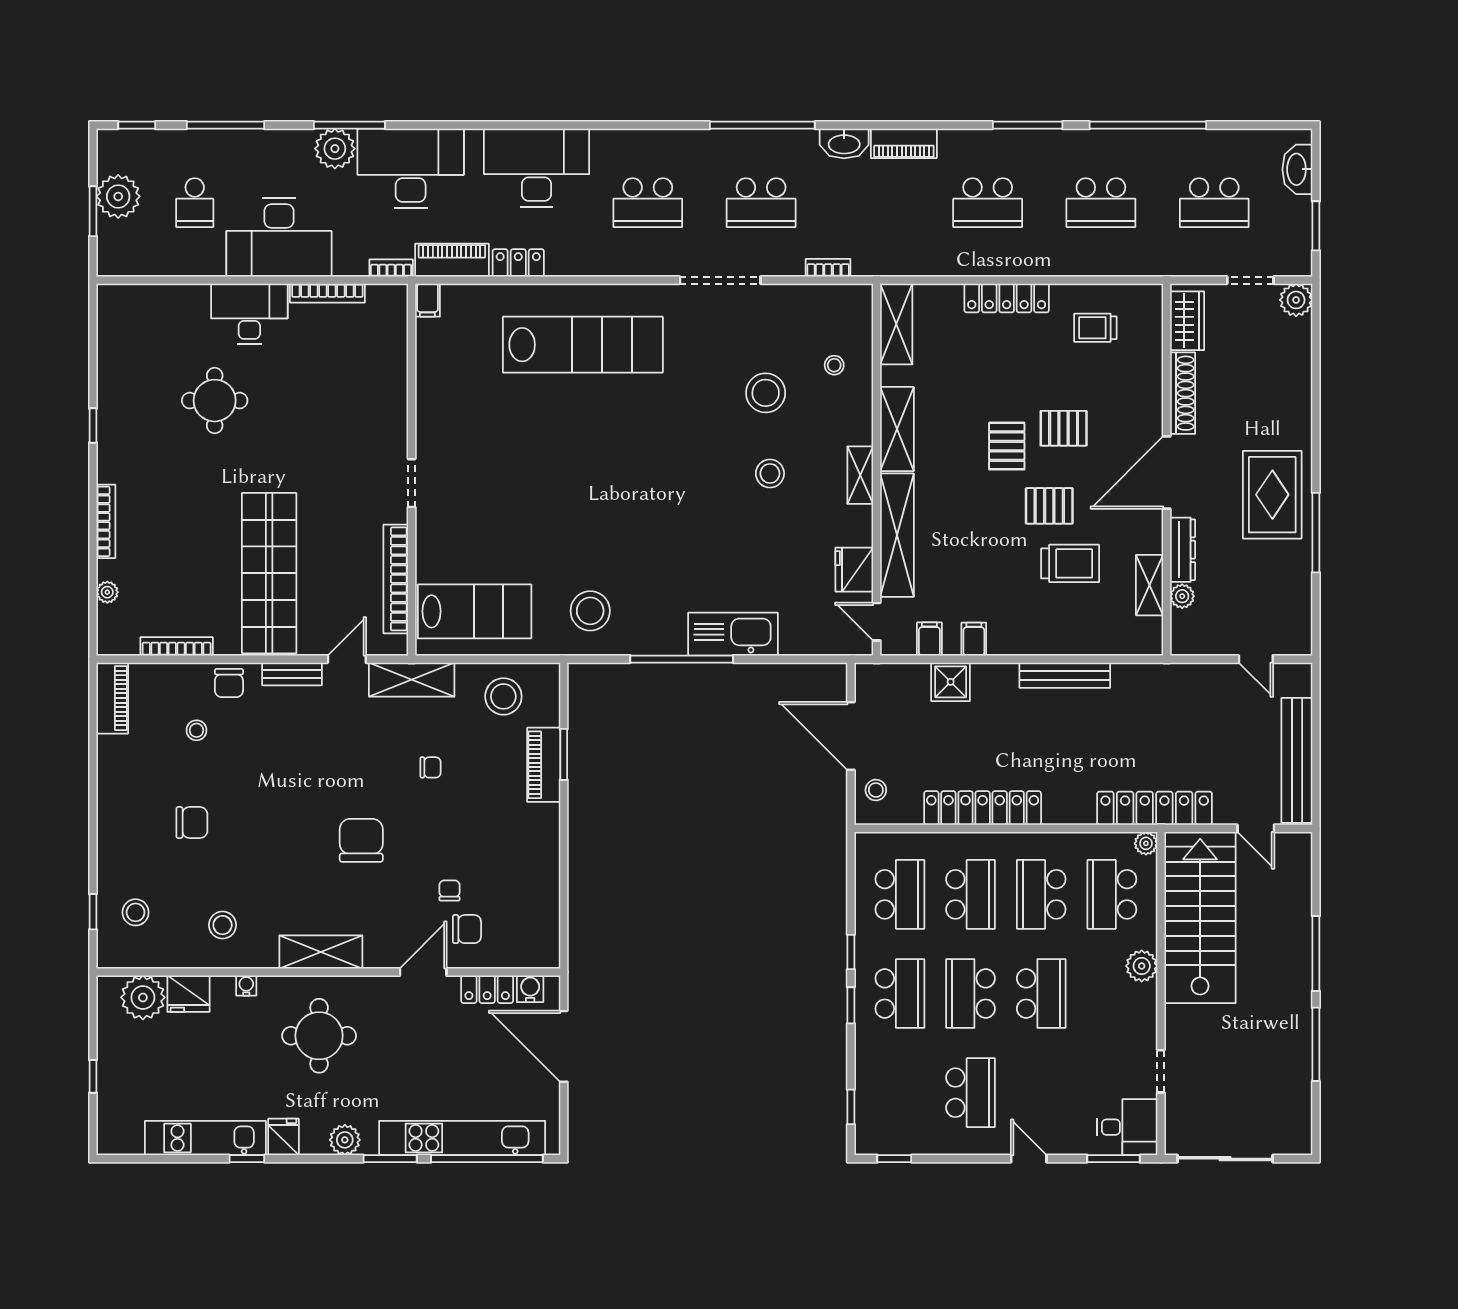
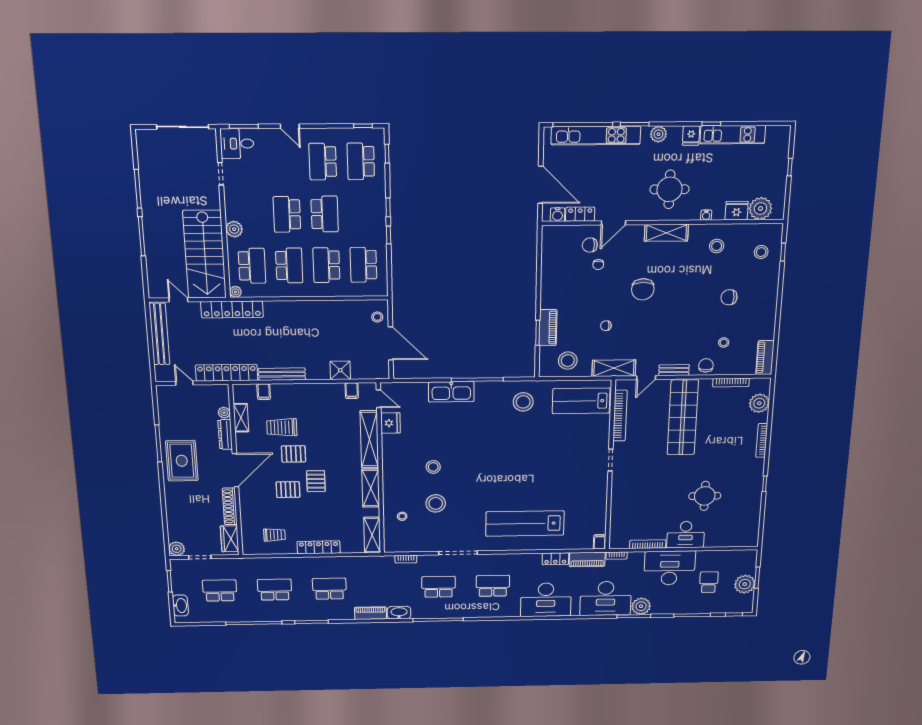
shelving: (860, 475) -> (388, 467), removed
plant: (107, 592) -> (759, 403), width x1.88, depth x1.88
filing cabinet: (974, 639) -> (264, 392), moved
locker: (983, 808) -> (227, 373), moved, turned 180
school desk: (900, 994) -> (361, 161), moved

